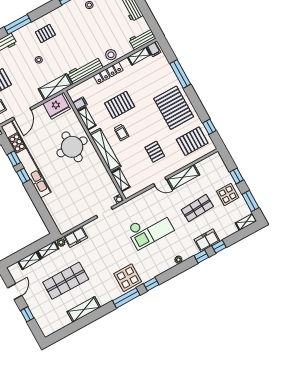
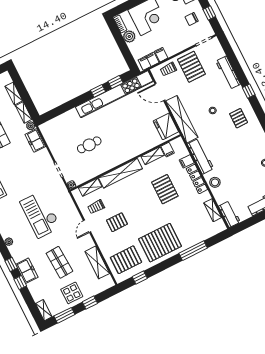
window: (18, 24) -> (249, 91), width x0.46
filing cabinet: (154, 49) -> (187, 161), moved
shelving: (55, 87) -> (182, 119), width x1.47
trolley: (121, 132) -> (96, 207), moved
pallet: (192, 141) -> (126, 260), turned 90
round table: (72, 147) -> (125, 140), removed
shelving: (183, 177) -> (97, 262), moved
cafe table: (78, 183) -> (89, 145), added

